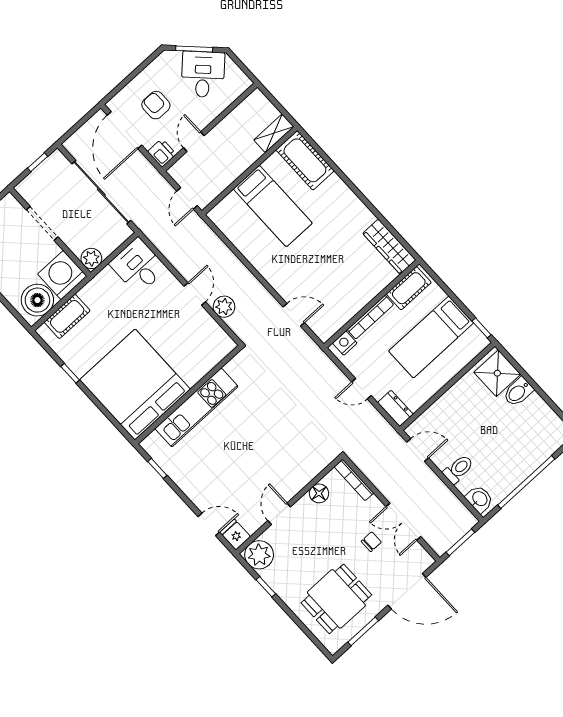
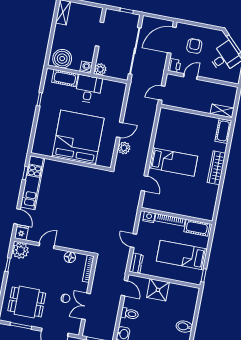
cot: (305, 160) -> (223, 131), width x0.73, depth x0.75
bed: (273, 206) -> (173, 162), moved, turned -90
wardrobe: (389, 247) -> (216, 168), moved
desk: (138, 266) -> (88, 89), moved
washing machine: (62, 275) -> (86, 67), width x0.53, depth x0.53
shower: (497, 373) -> (158, 290), moved
bed: (135, 385) -> (78, 138), moved
bidet: (518, 392) -> (184, 327), moved
kitchen unit: (196, 407) -> (32, 183), moved, turned -90

